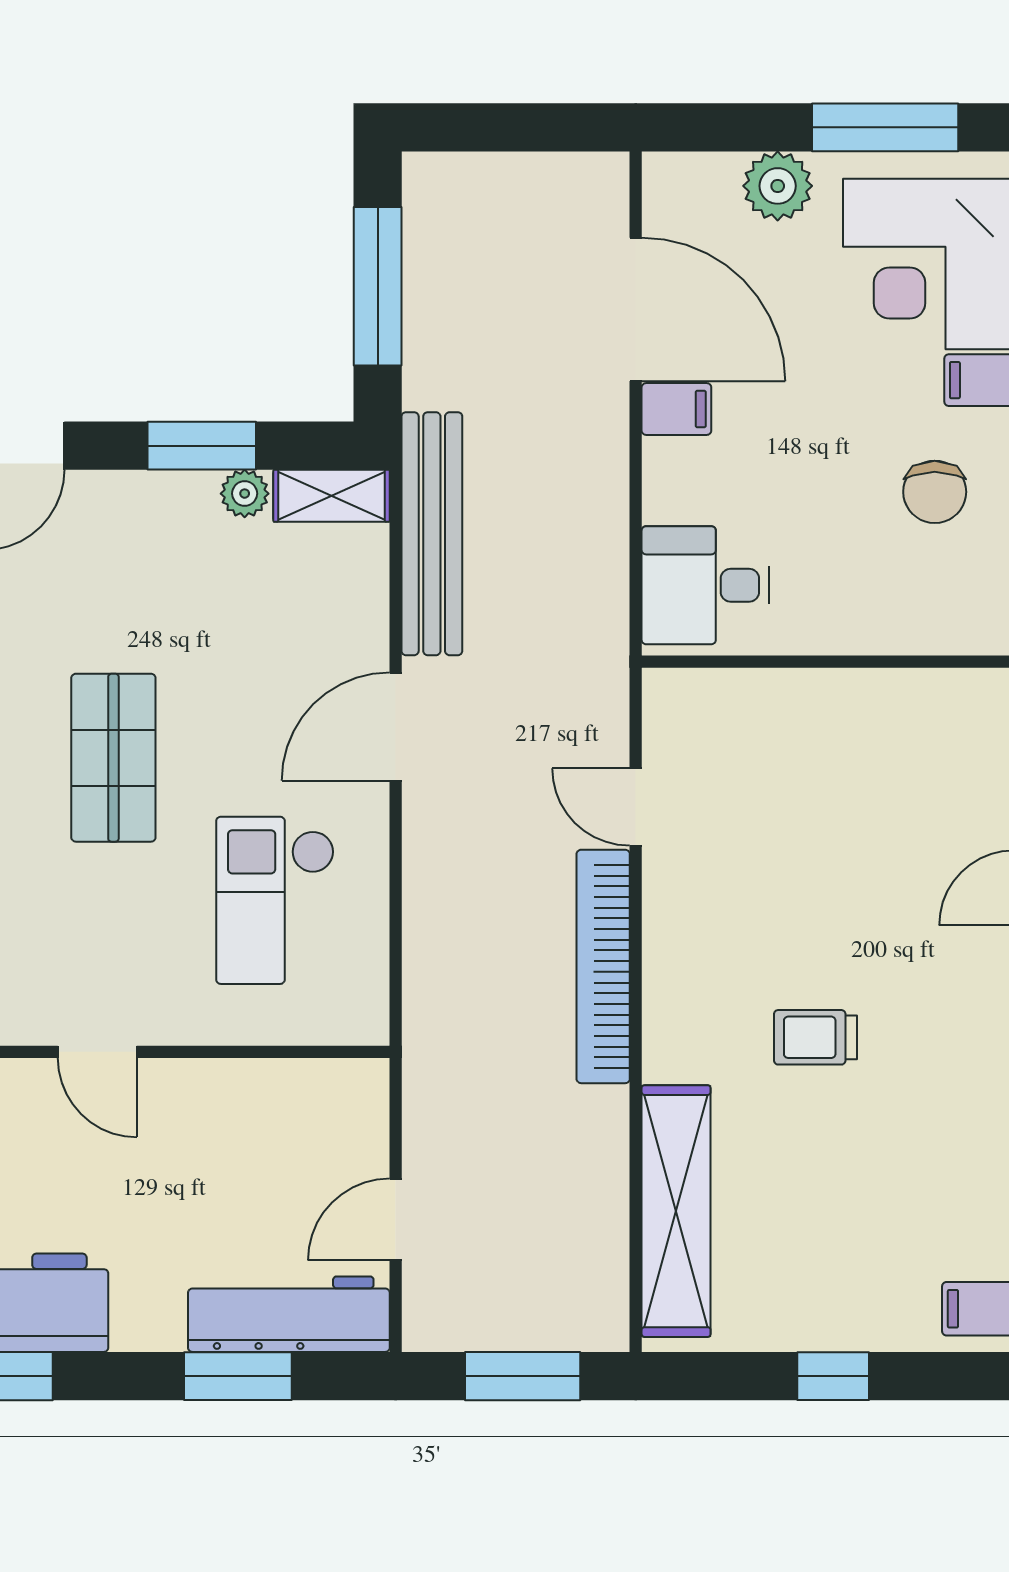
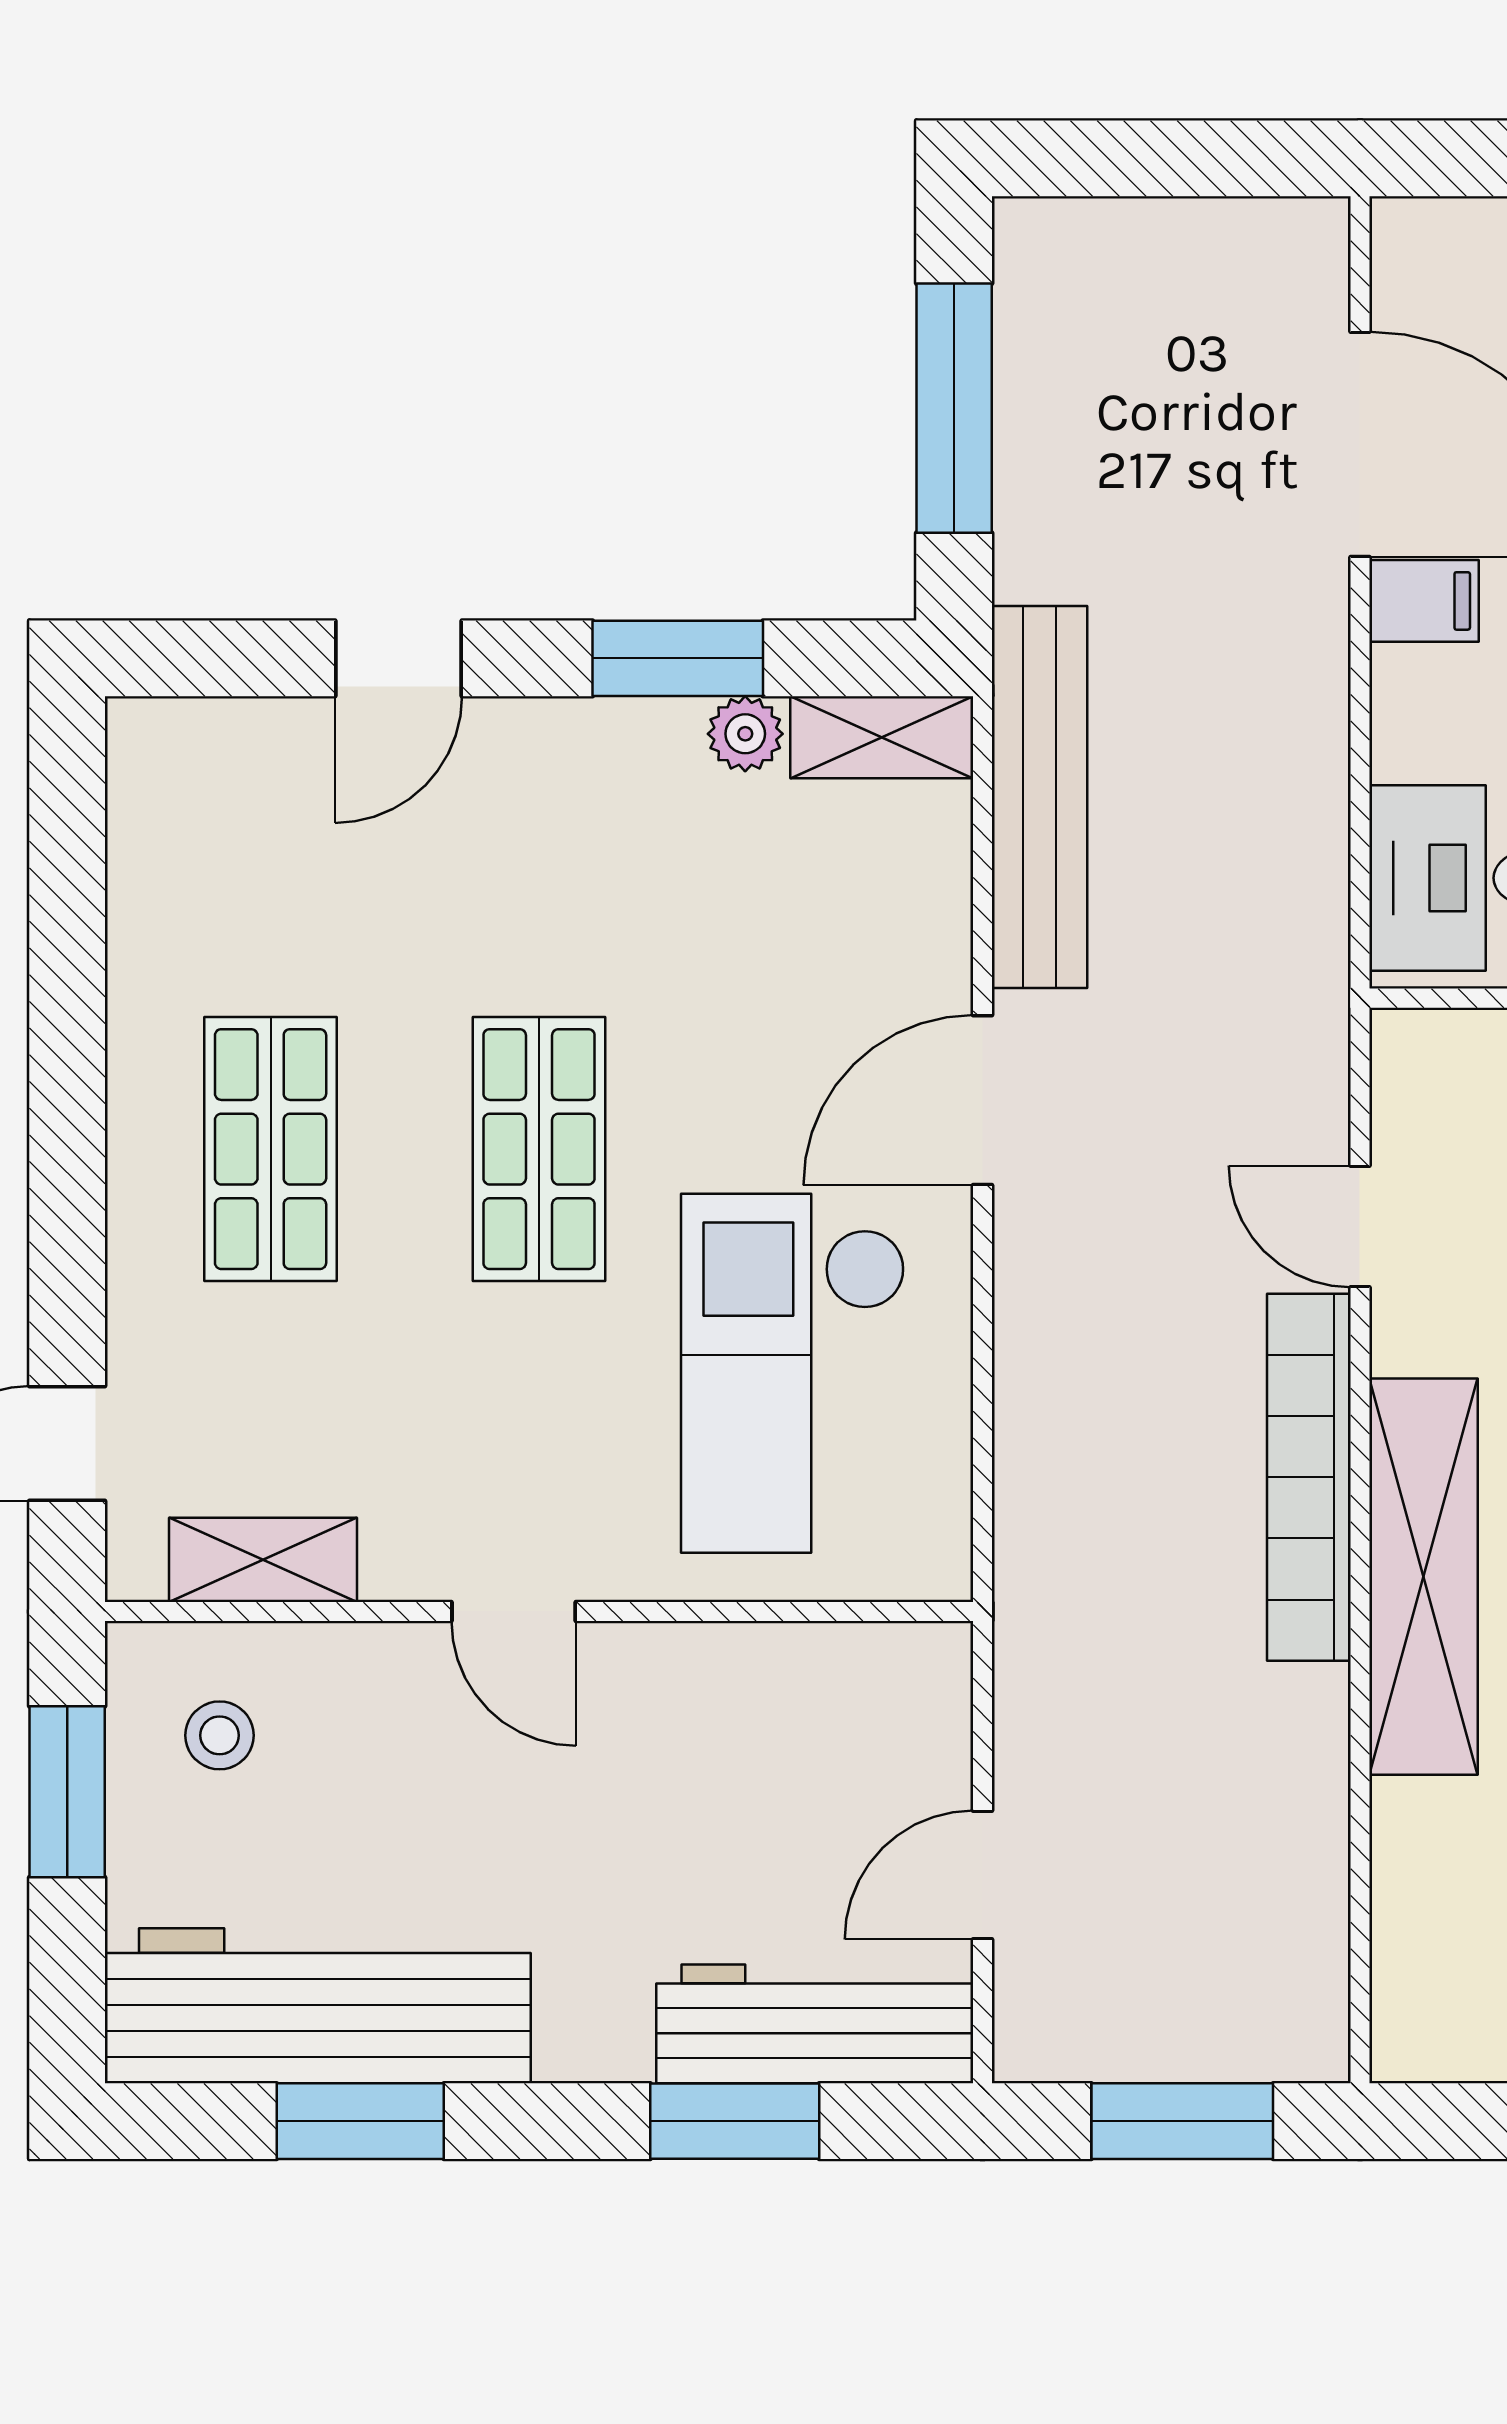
checkout: (275, 900) -> (793, 1373), width x1.36, depth x1.21
shelving: (676, 1211) -> (1423, 1577), moved

